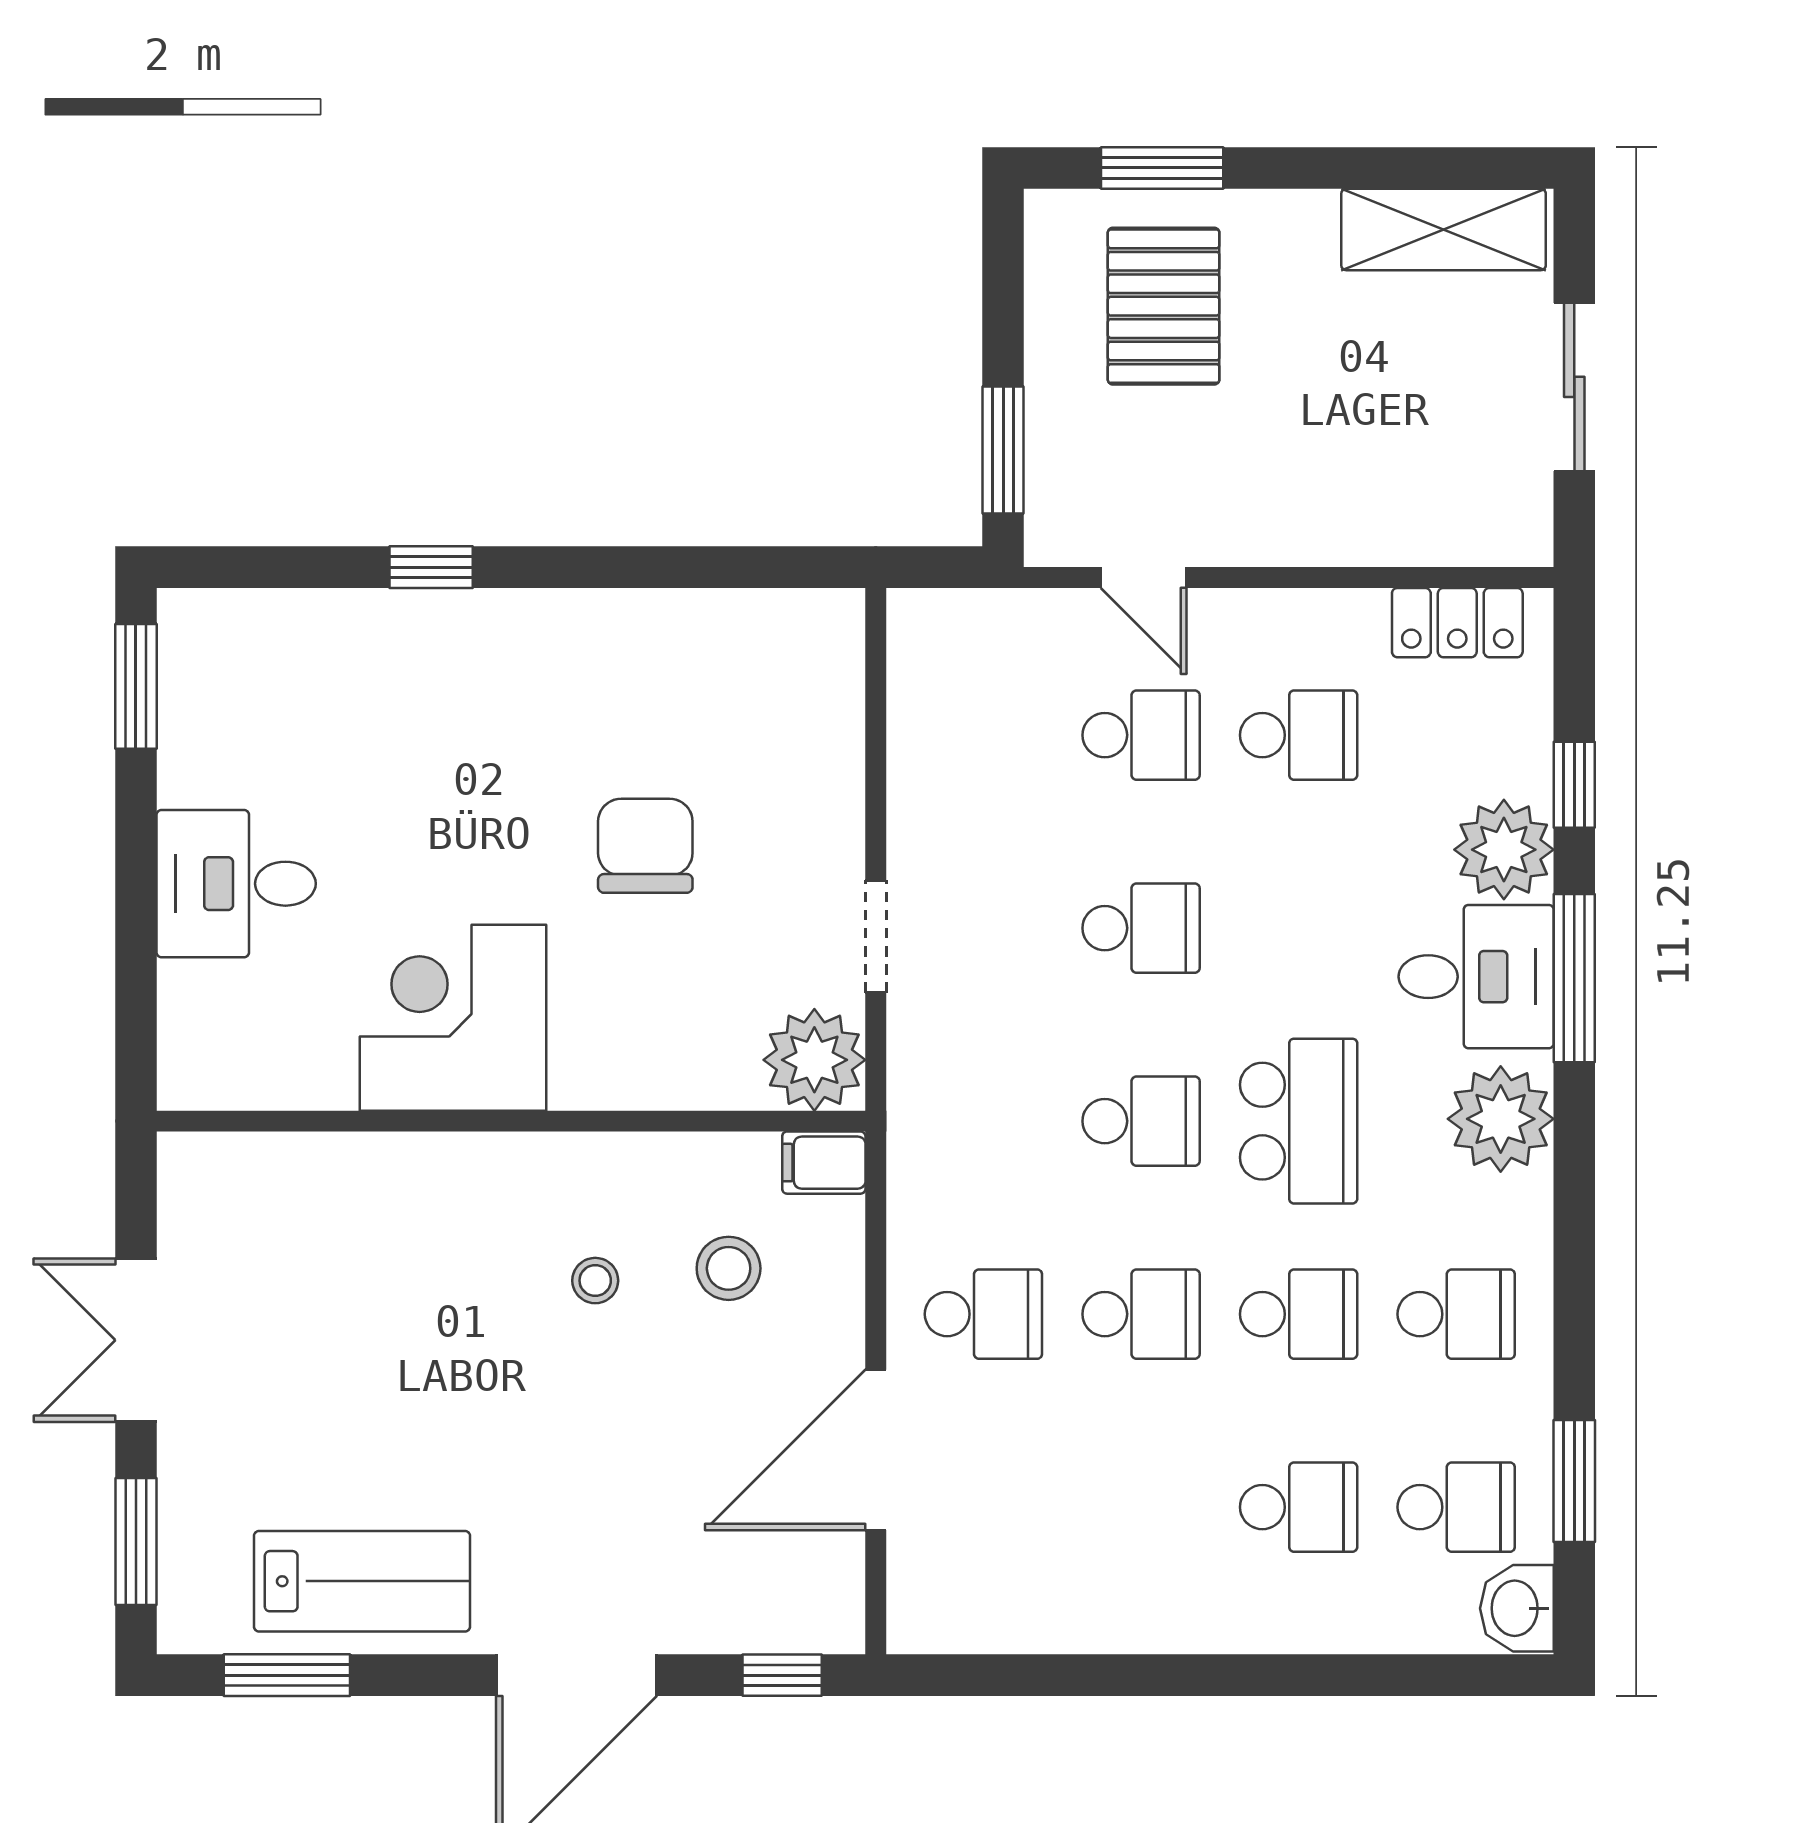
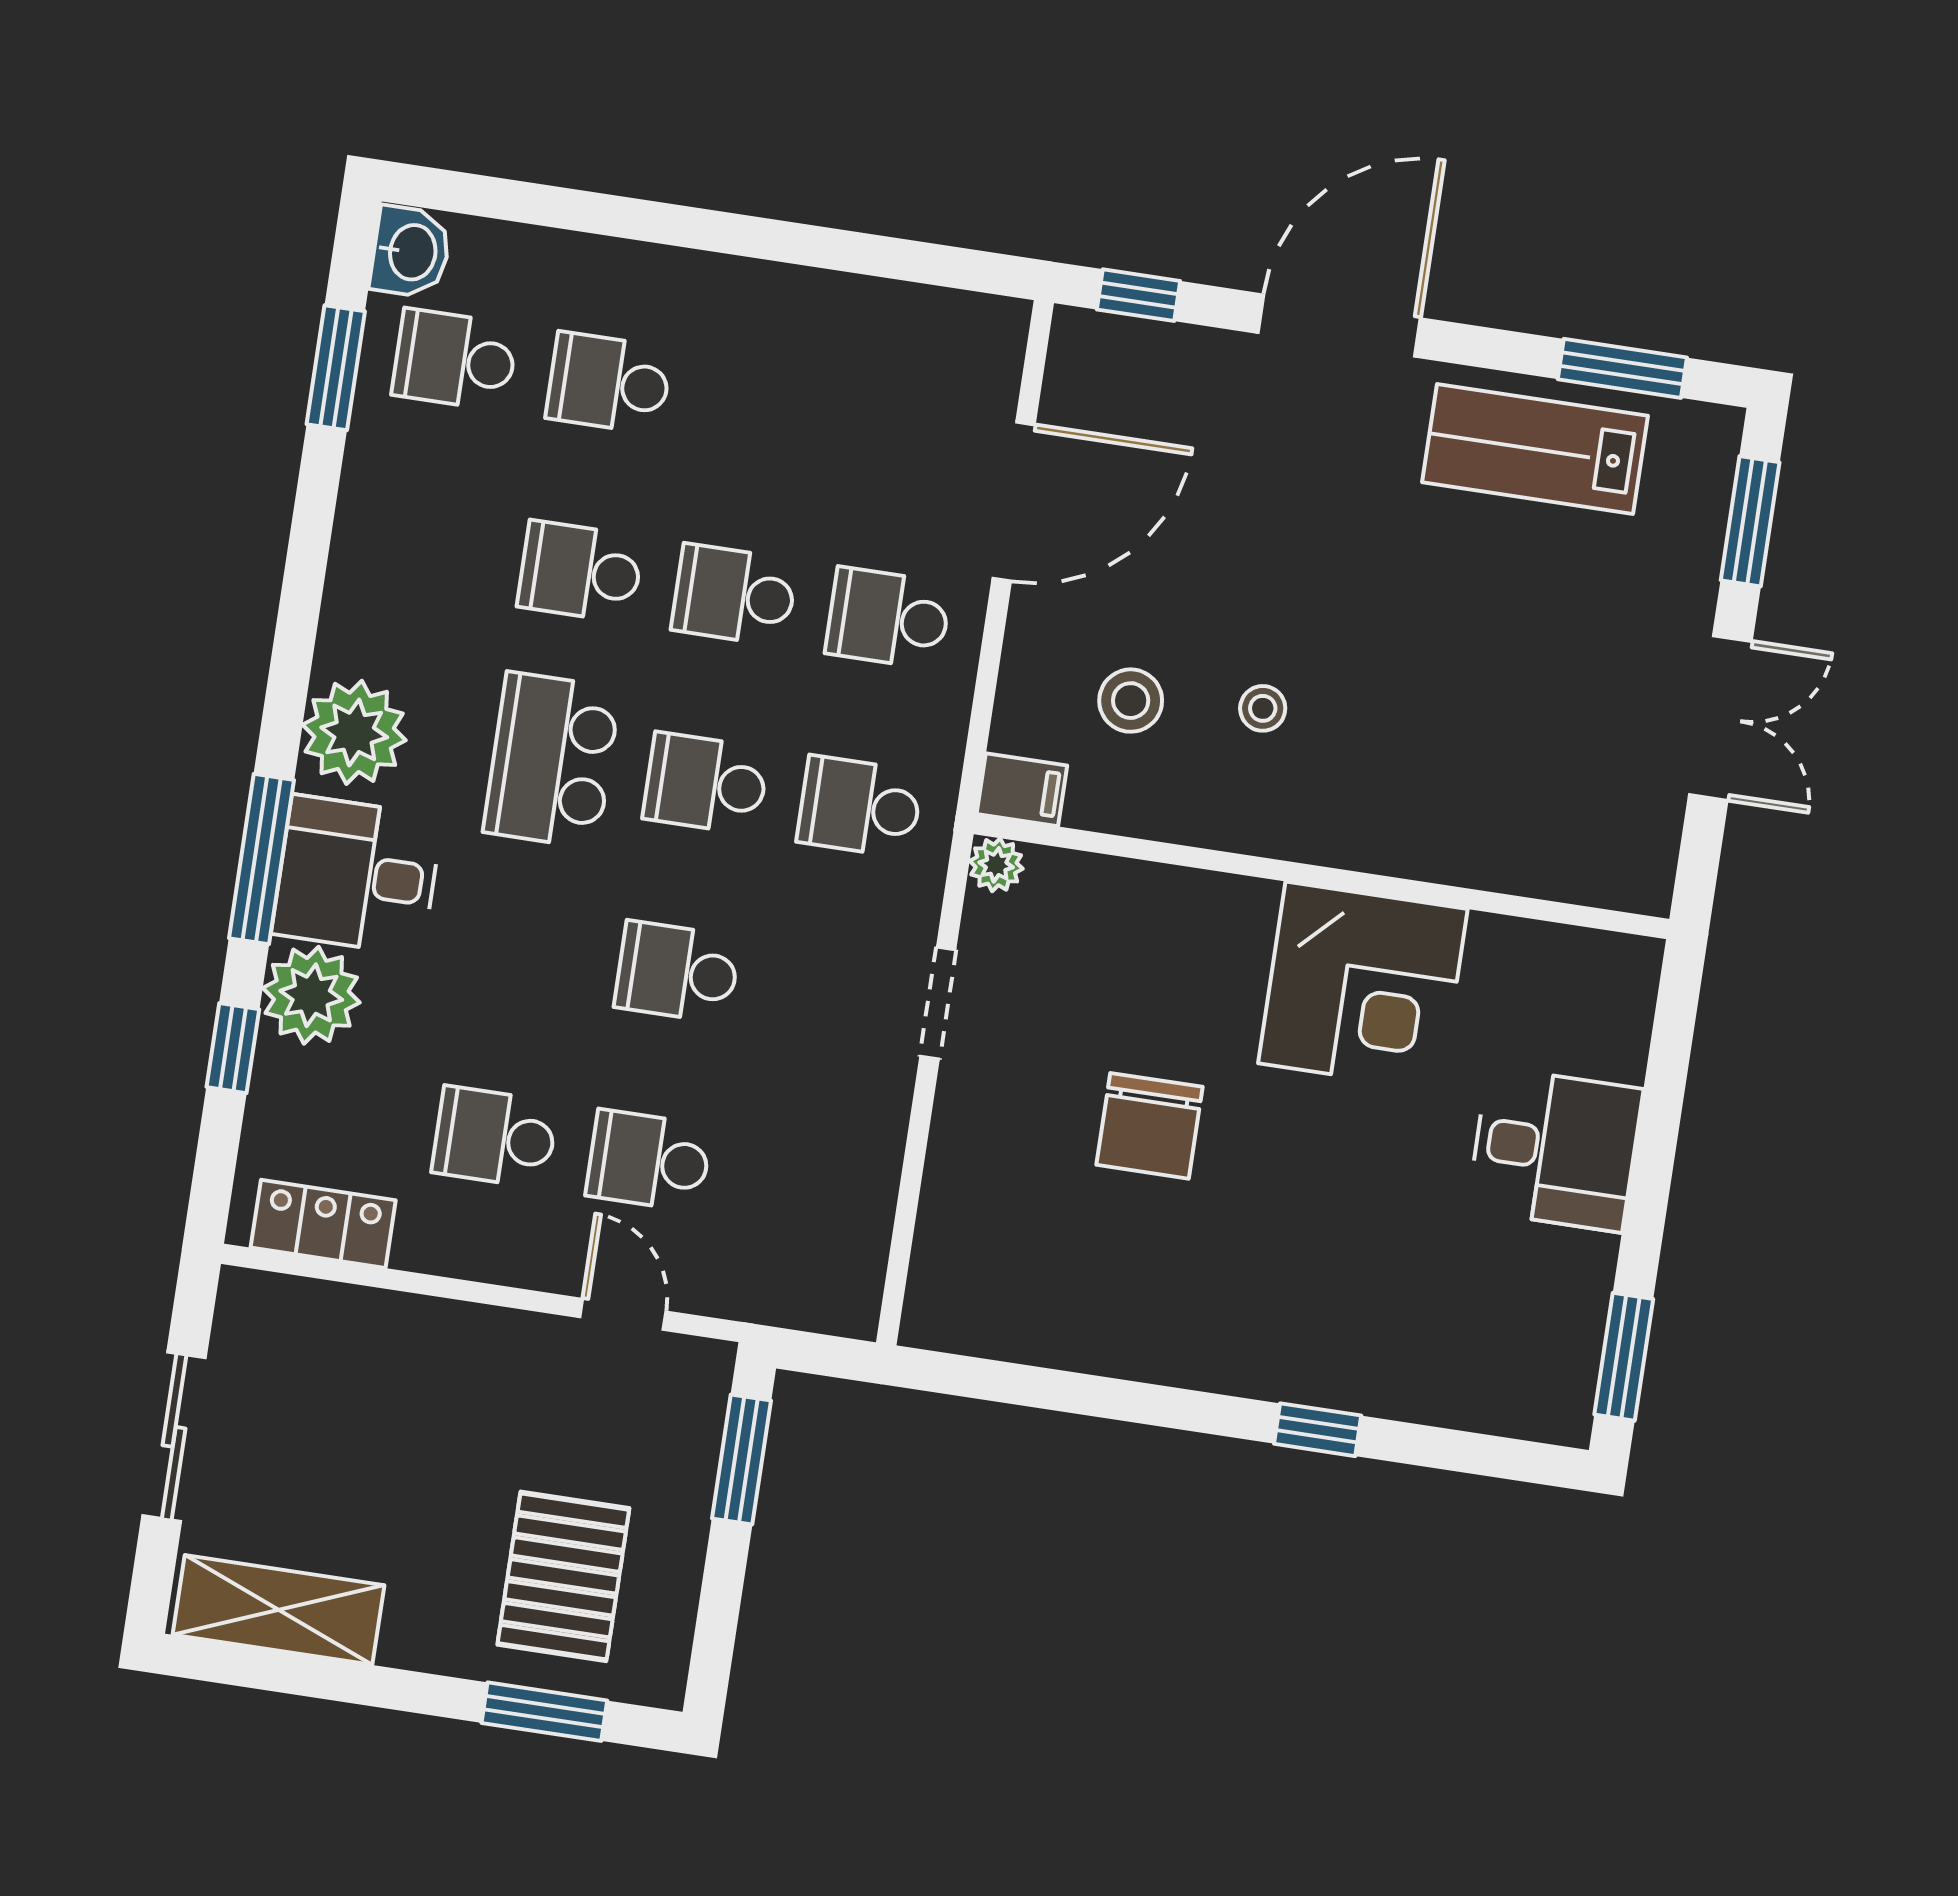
plant: (814, 1060) -> (996, 865), width x0.53, depth x0.53
school desk: (1456, 1314) -> (860, 807), moved

